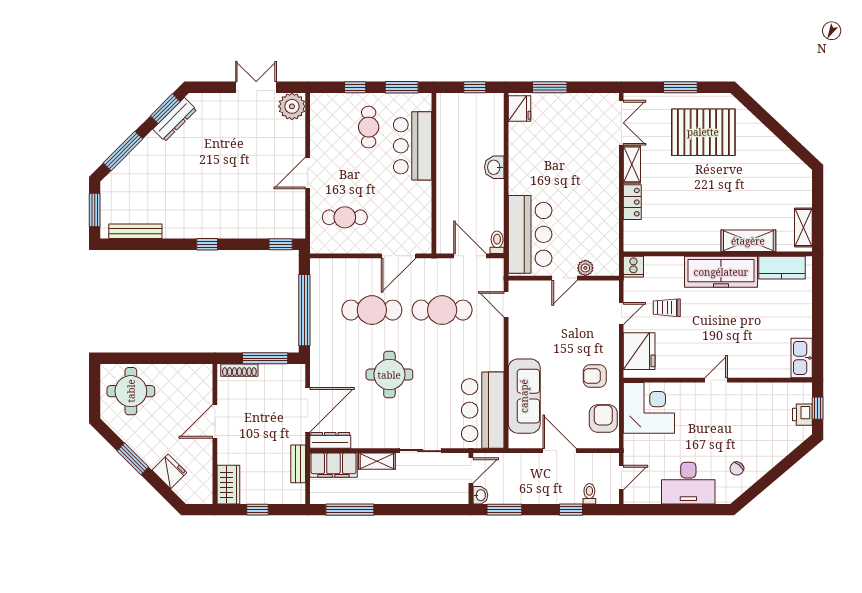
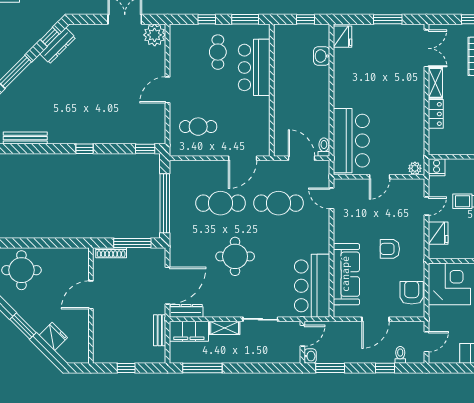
window: (550, 87) -> (388, 19), moved
window: (165, 109) -> (50, 37), width x0.67
washbasin: (494, 167) -> (322, 56), moved
plant: (585, 268) -> (415, 168), moved
fridge: (639, 351) -> (438, 233), width x0.73, depth x0.75
armchair: (595, 376) -> (390, 249), moved
door: (560, 451) -> (376, 319), swing flipped
wardrobe: (228, 485) -> (102, 347), removed

